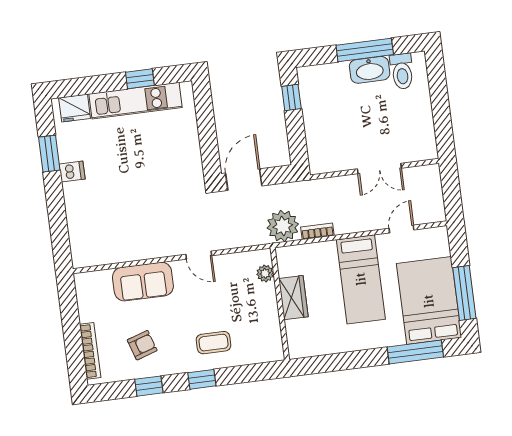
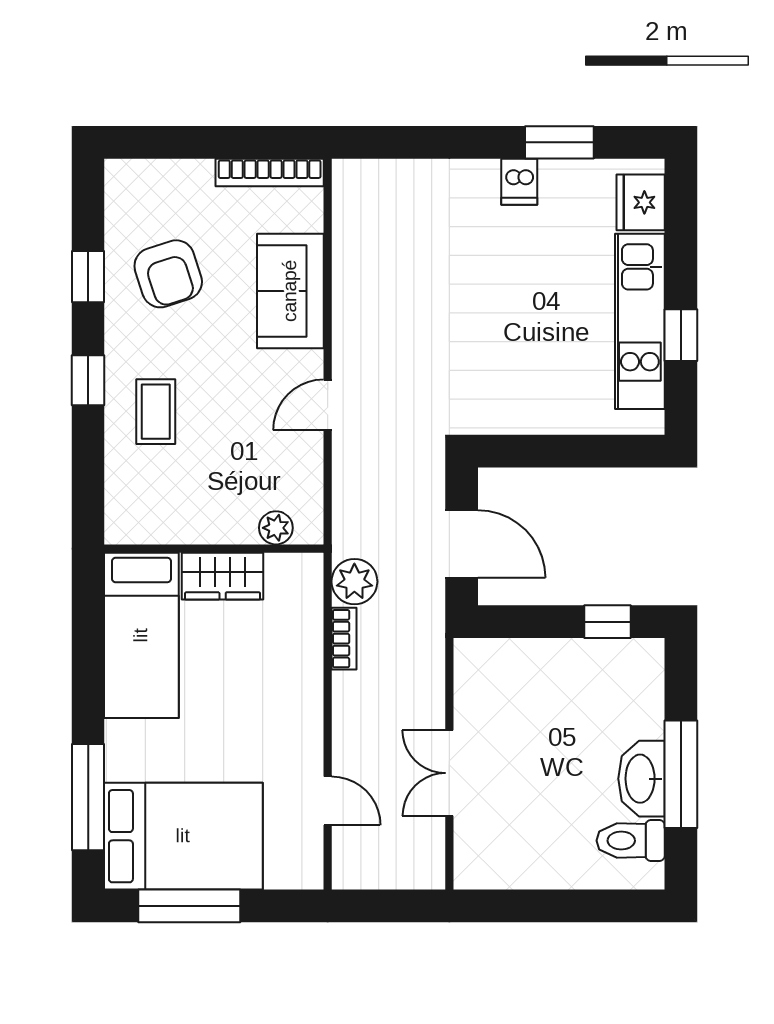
door: (244, 180) -> (462, 544), moved
plant: (283, 226) -> (354, 582), width x0.73, depth x0.73
bed: (361, 279) -> (141, 635), moved, turned -90
armchair: (142, 345) -> (168, 274), width x1.38, depth x1.38
bookcase: (90, 351) -> (270, 173), moved

